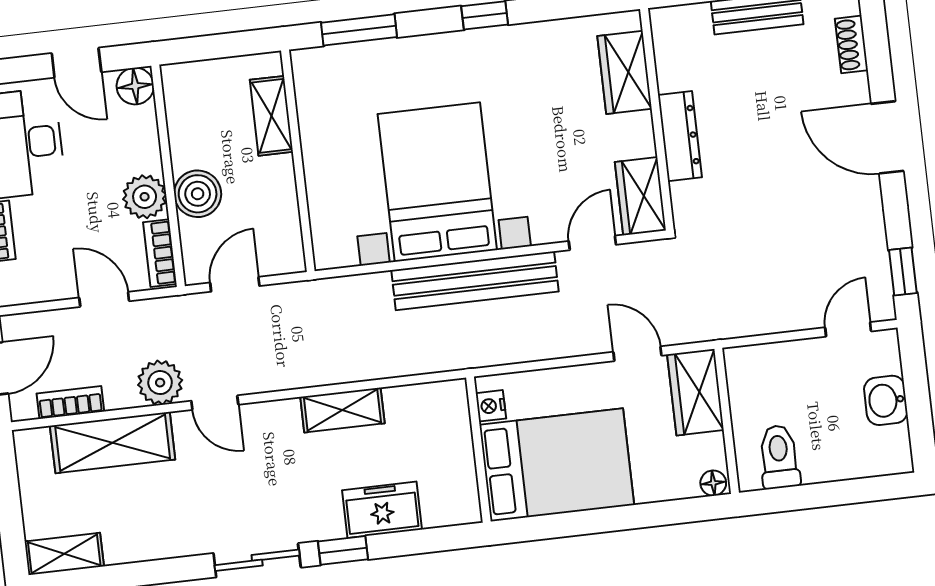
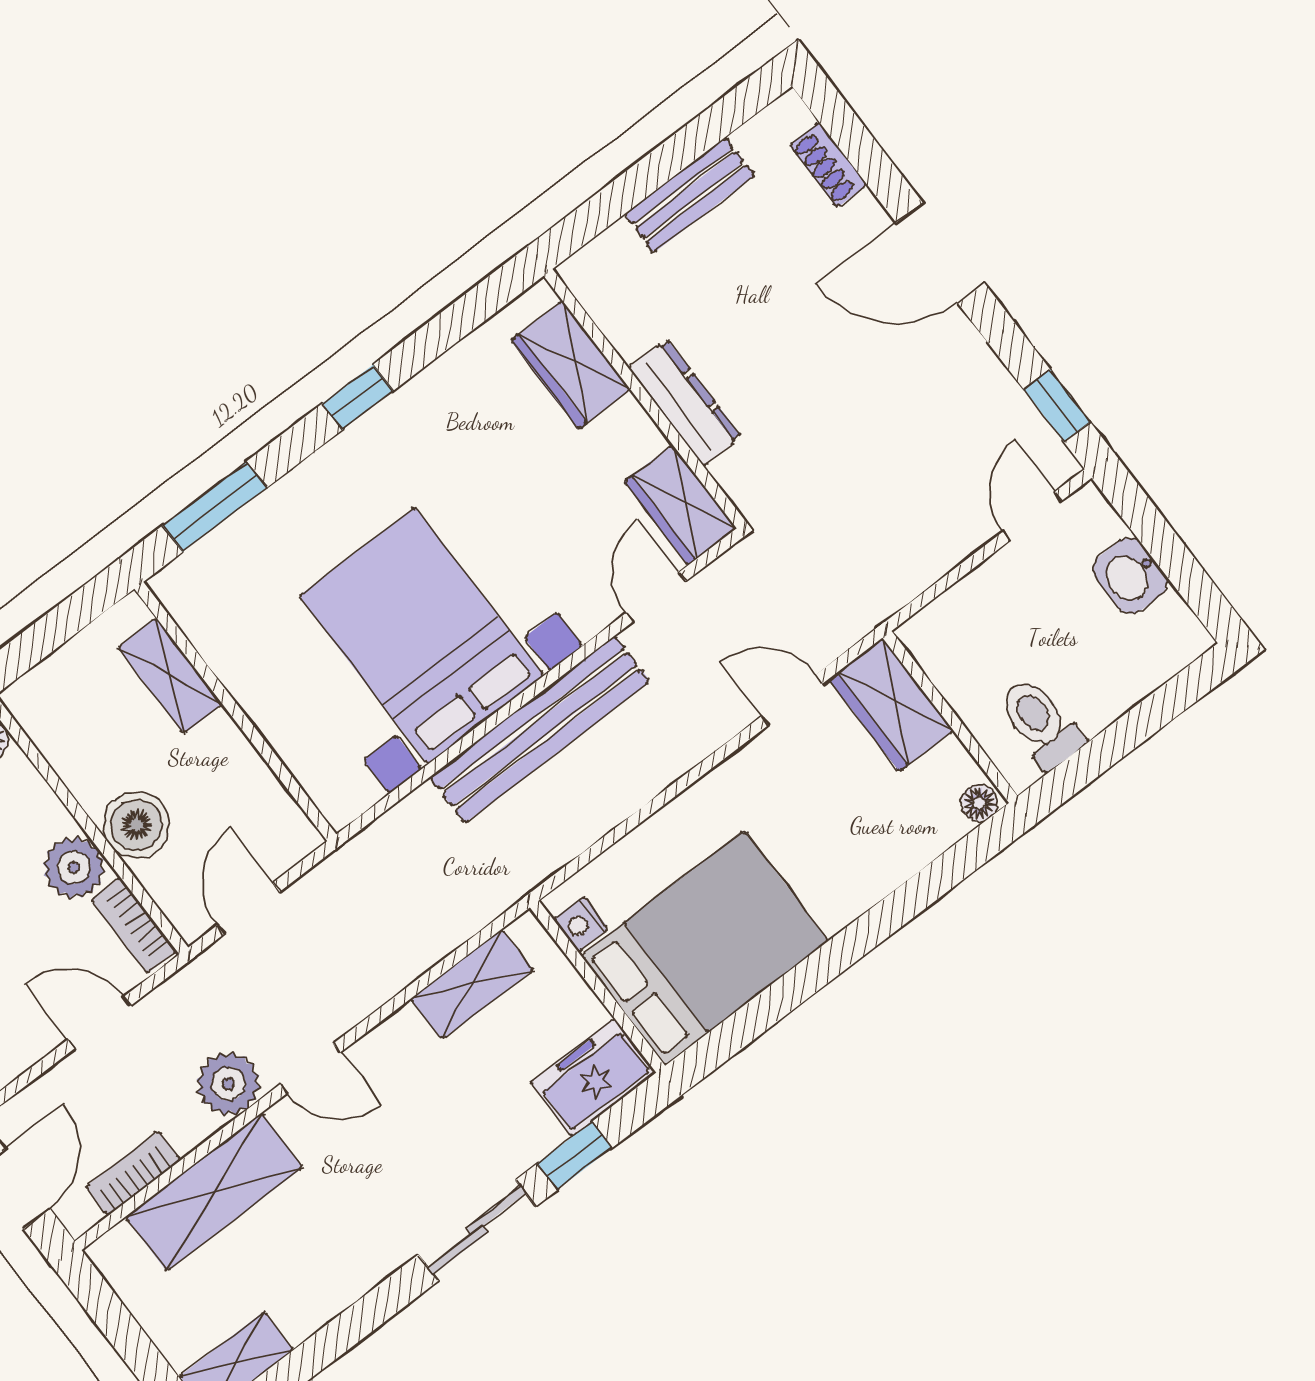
nightstand: (491, 406) -> (581, 924), moved
wall: (478, 450) -> (597, 987), moved
bed: (557, 465) -> (705, 948), moved

